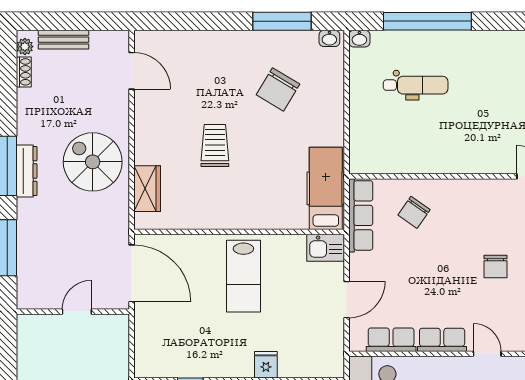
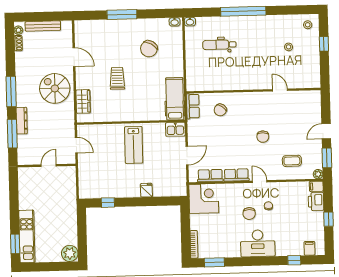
window: (282, 21) -> (122, 14), moved
window: (427, 21) -> (243, 11), moved
bench: (63, 40) -> (43, 26), width x1.36
door: (132, 71) -> (74, 57), moved
dental chair: (416, 85) -> (219, 45), turned 180
dresser: (27, 171) -> (22, 121), moved
row of seats: (361, 215) -> (193, 106), width x0.68
door: (132, 273) -> (76, 145), width x0.53

